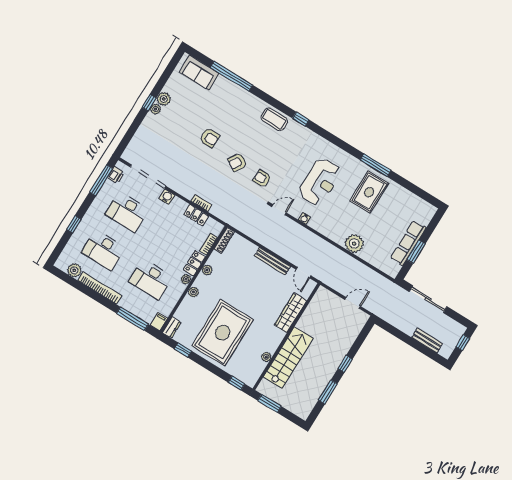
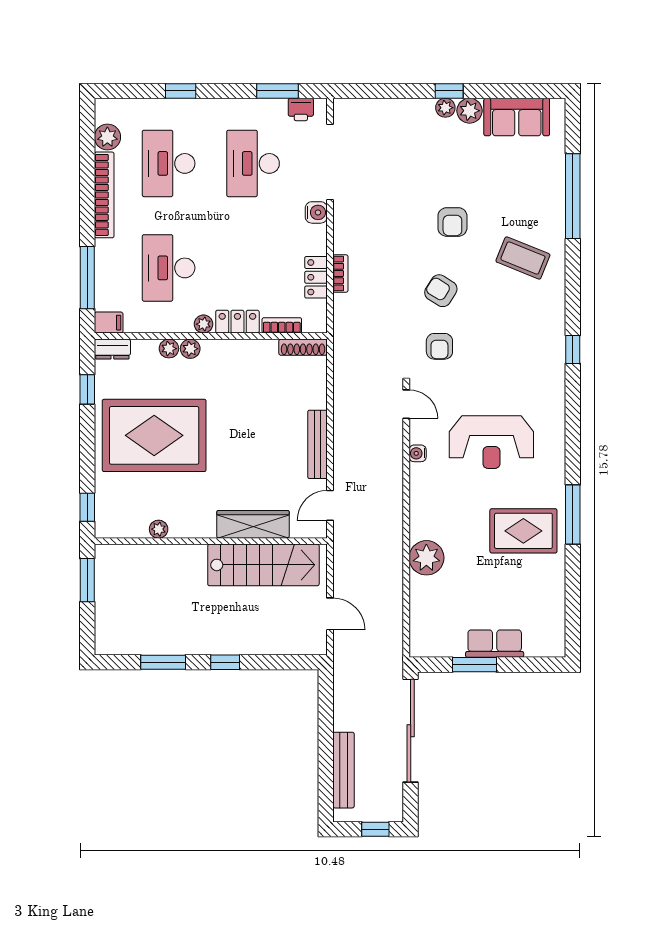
sofa: (199, 73) -> (517, 117), moved, turned -90
coffee table: (274, 119) -> (523, 258), moved, turned -68
armchair: (262, 179) -> (439, 346), turned 180
window: (101, 180) -> (278, 91), width x0.69
row of seats: (408, 243) -> (495, 644), width x0.68
plant: (207, 270) -> (169, 349), moved
sliding door: (428, 299) -> (411, 731), width x1.36
bench: (427, 341) -> (343, 770), width x1.36
stairs: (288, 358) -> (263, 565), moved

